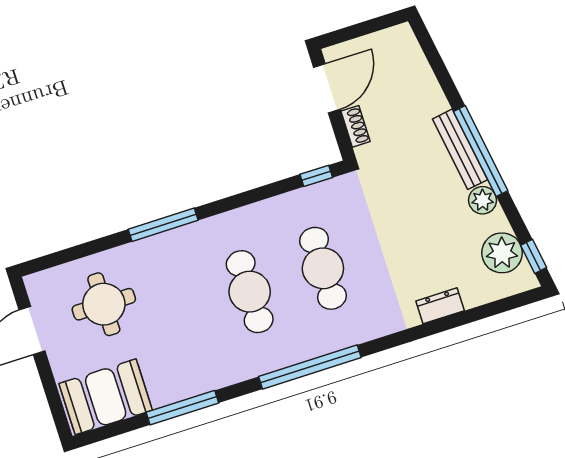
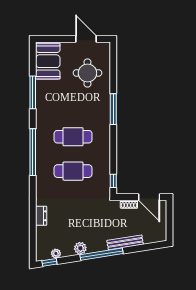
bench: (460, 149) -> (125, 242), moved
plant: (502, 253) -> (56, 253), width x0.53, depth x0.53

